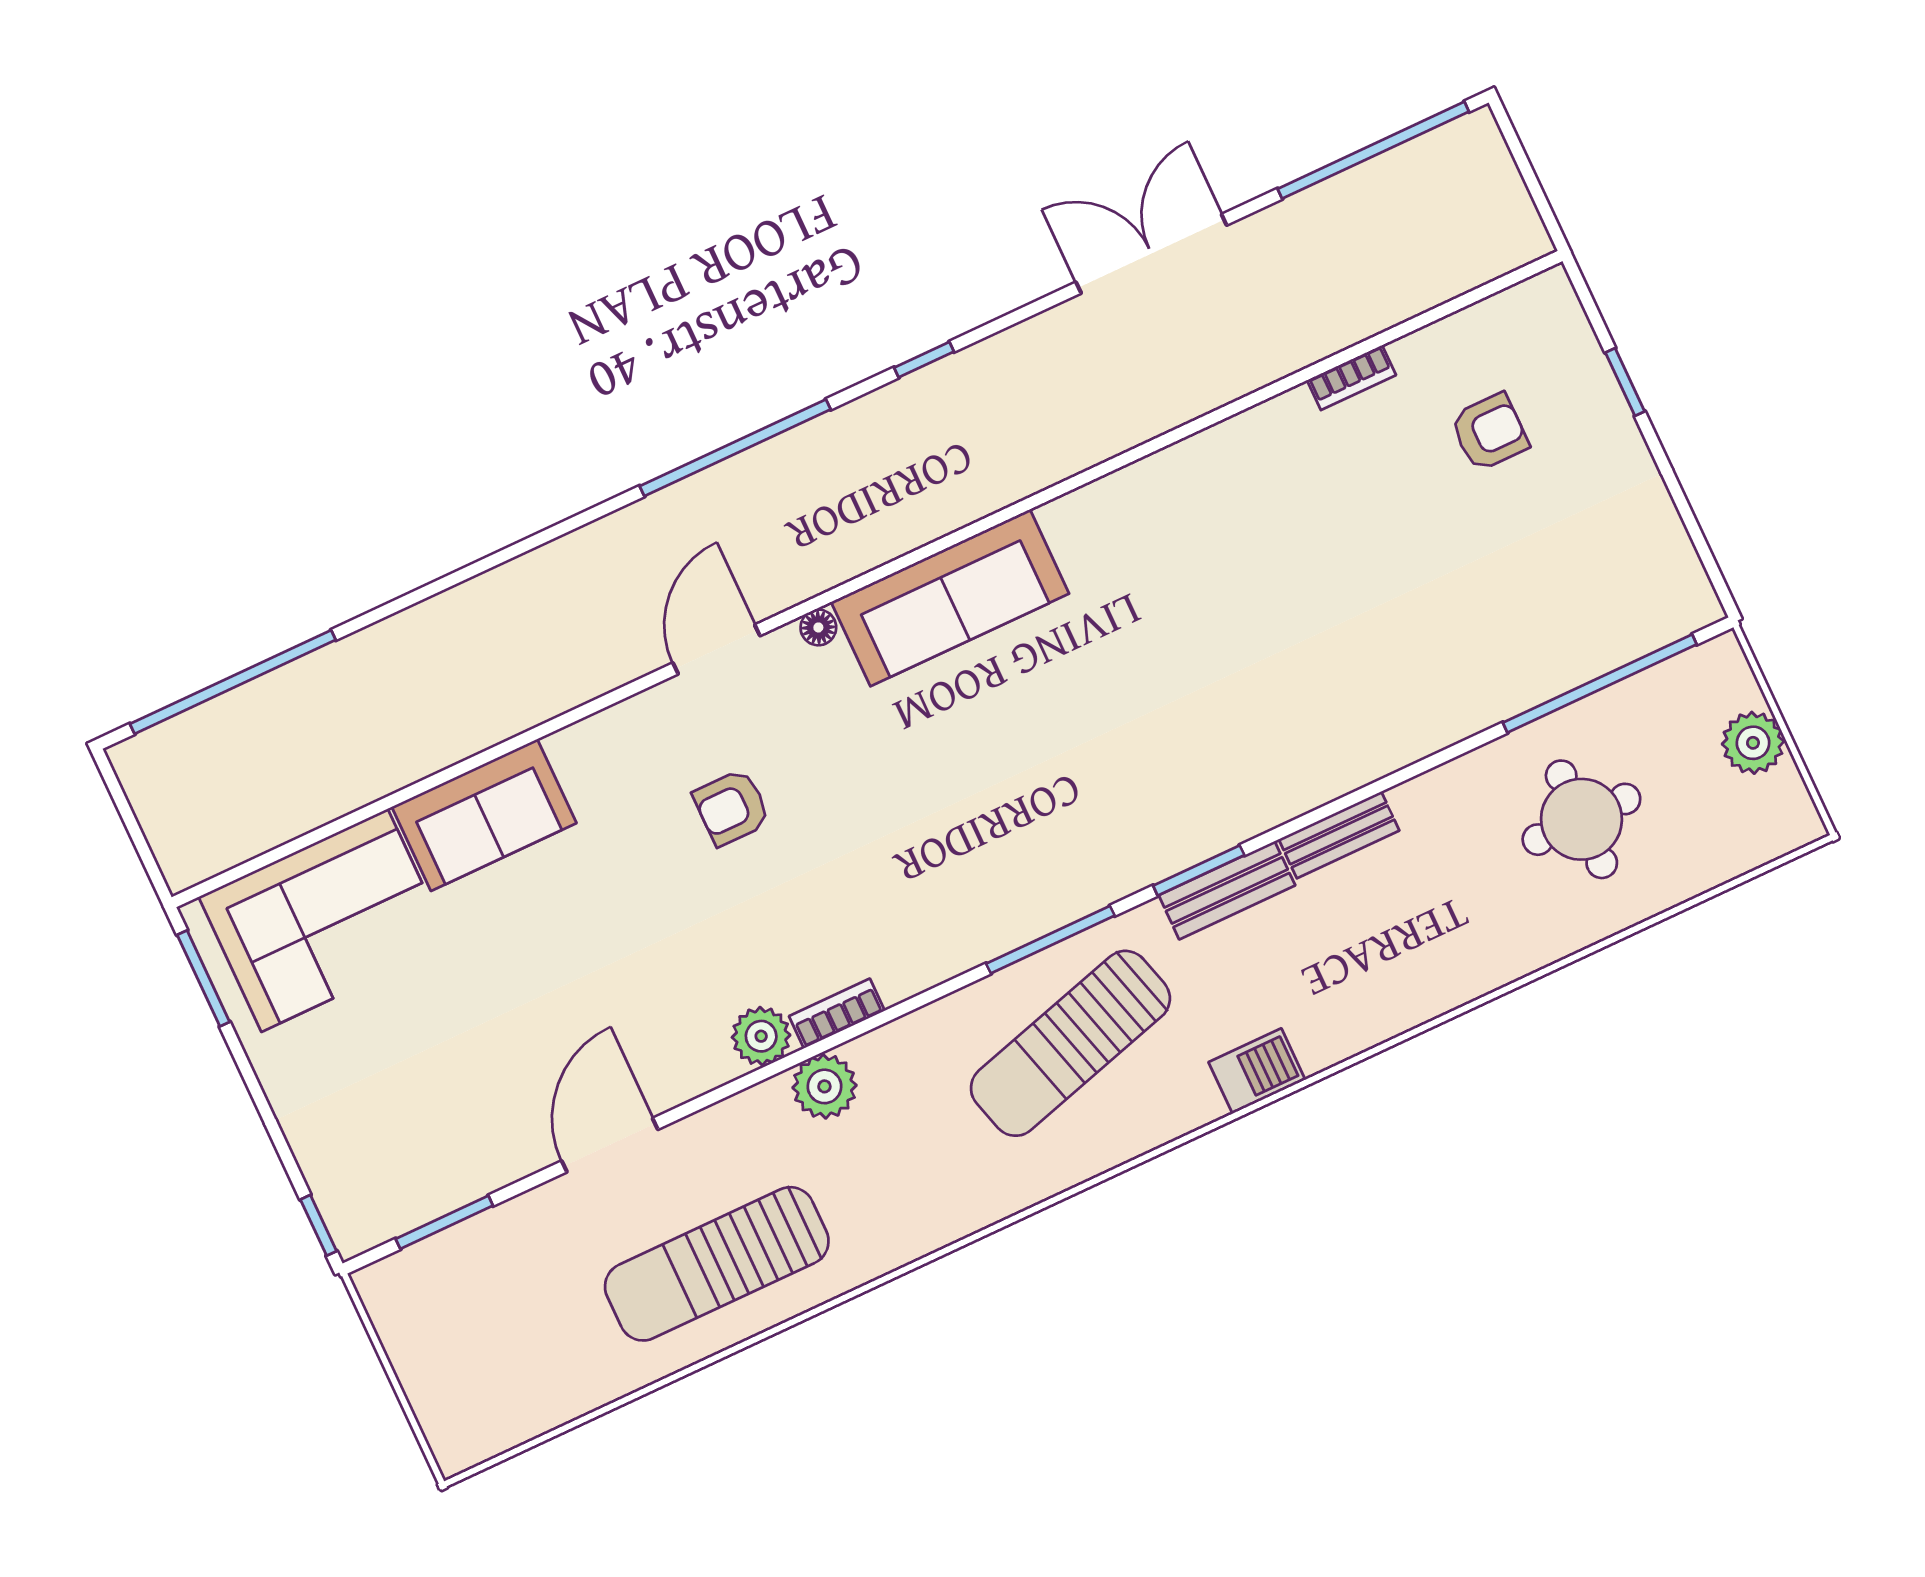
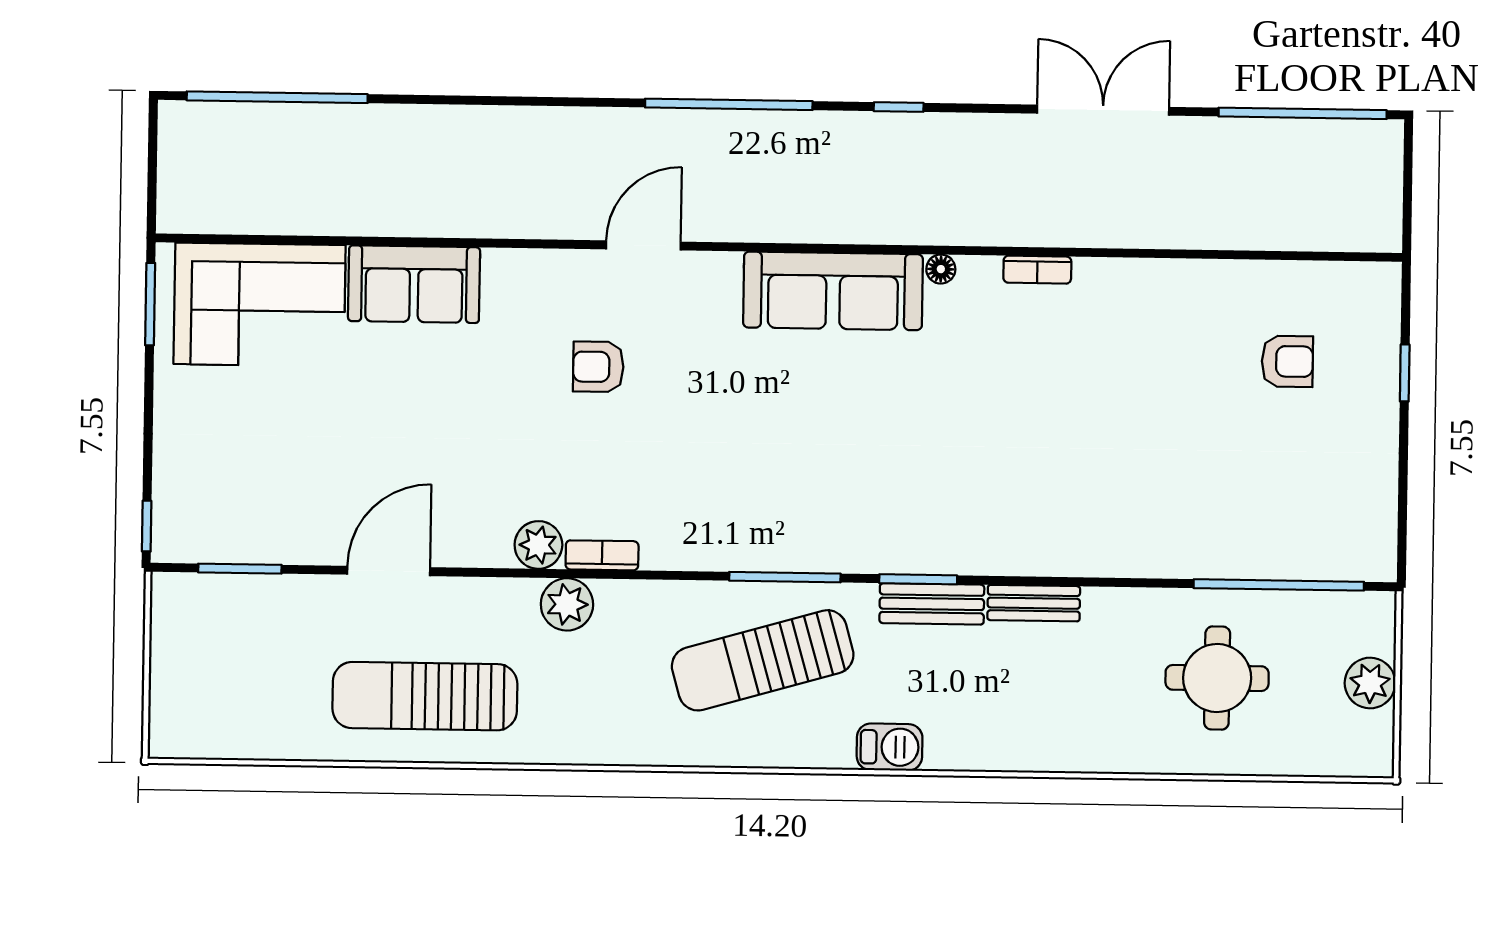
bookcase: (1351, 378) -> (1037, 270), moved
floor lamp: (818, 627) -> (941, 269), moved

